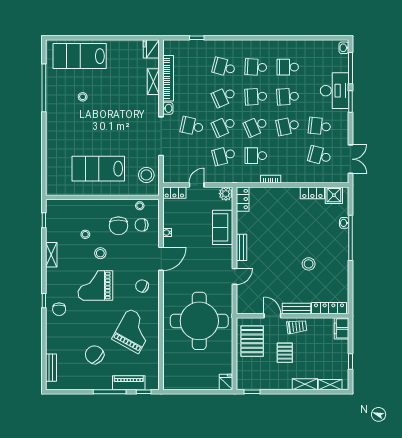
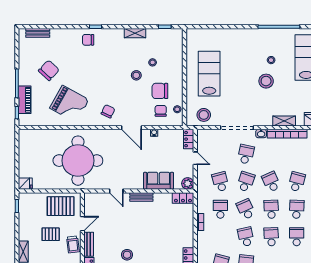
stool: (107, 103) -> (266, 81), added
school desk: (224, 126) -> (246, 182), turned 42
grand piano: (95, 286) -> (108, 71), removed

